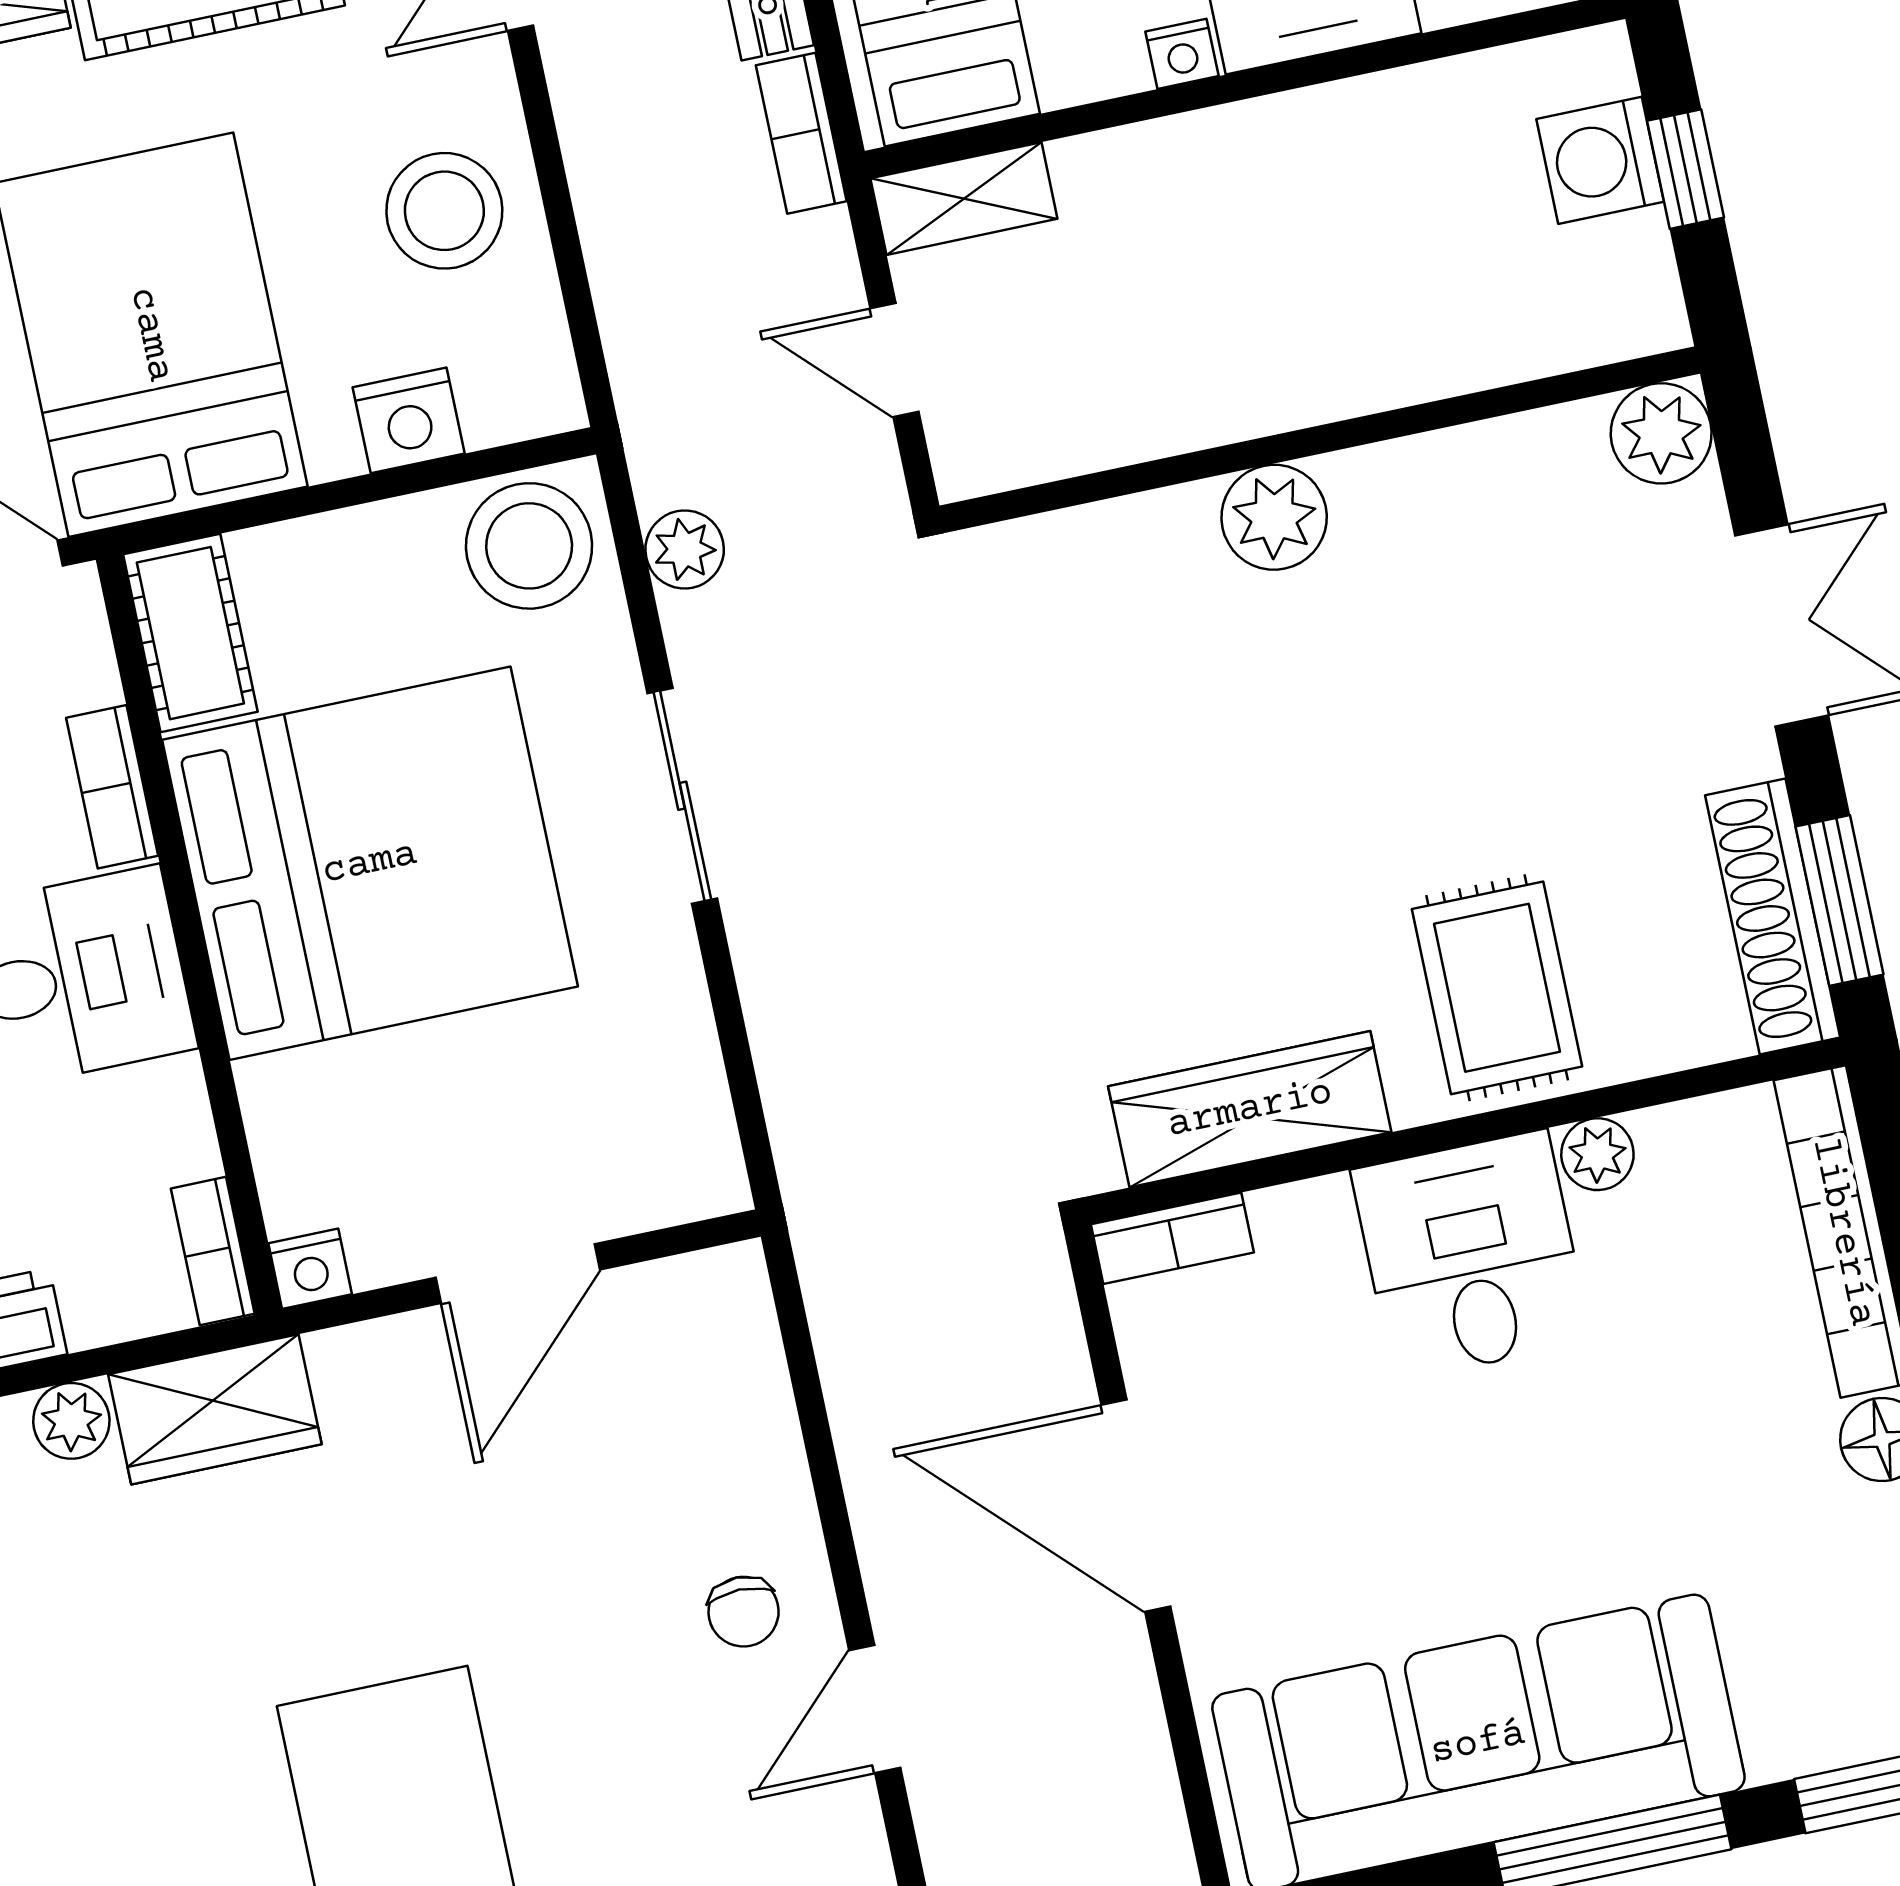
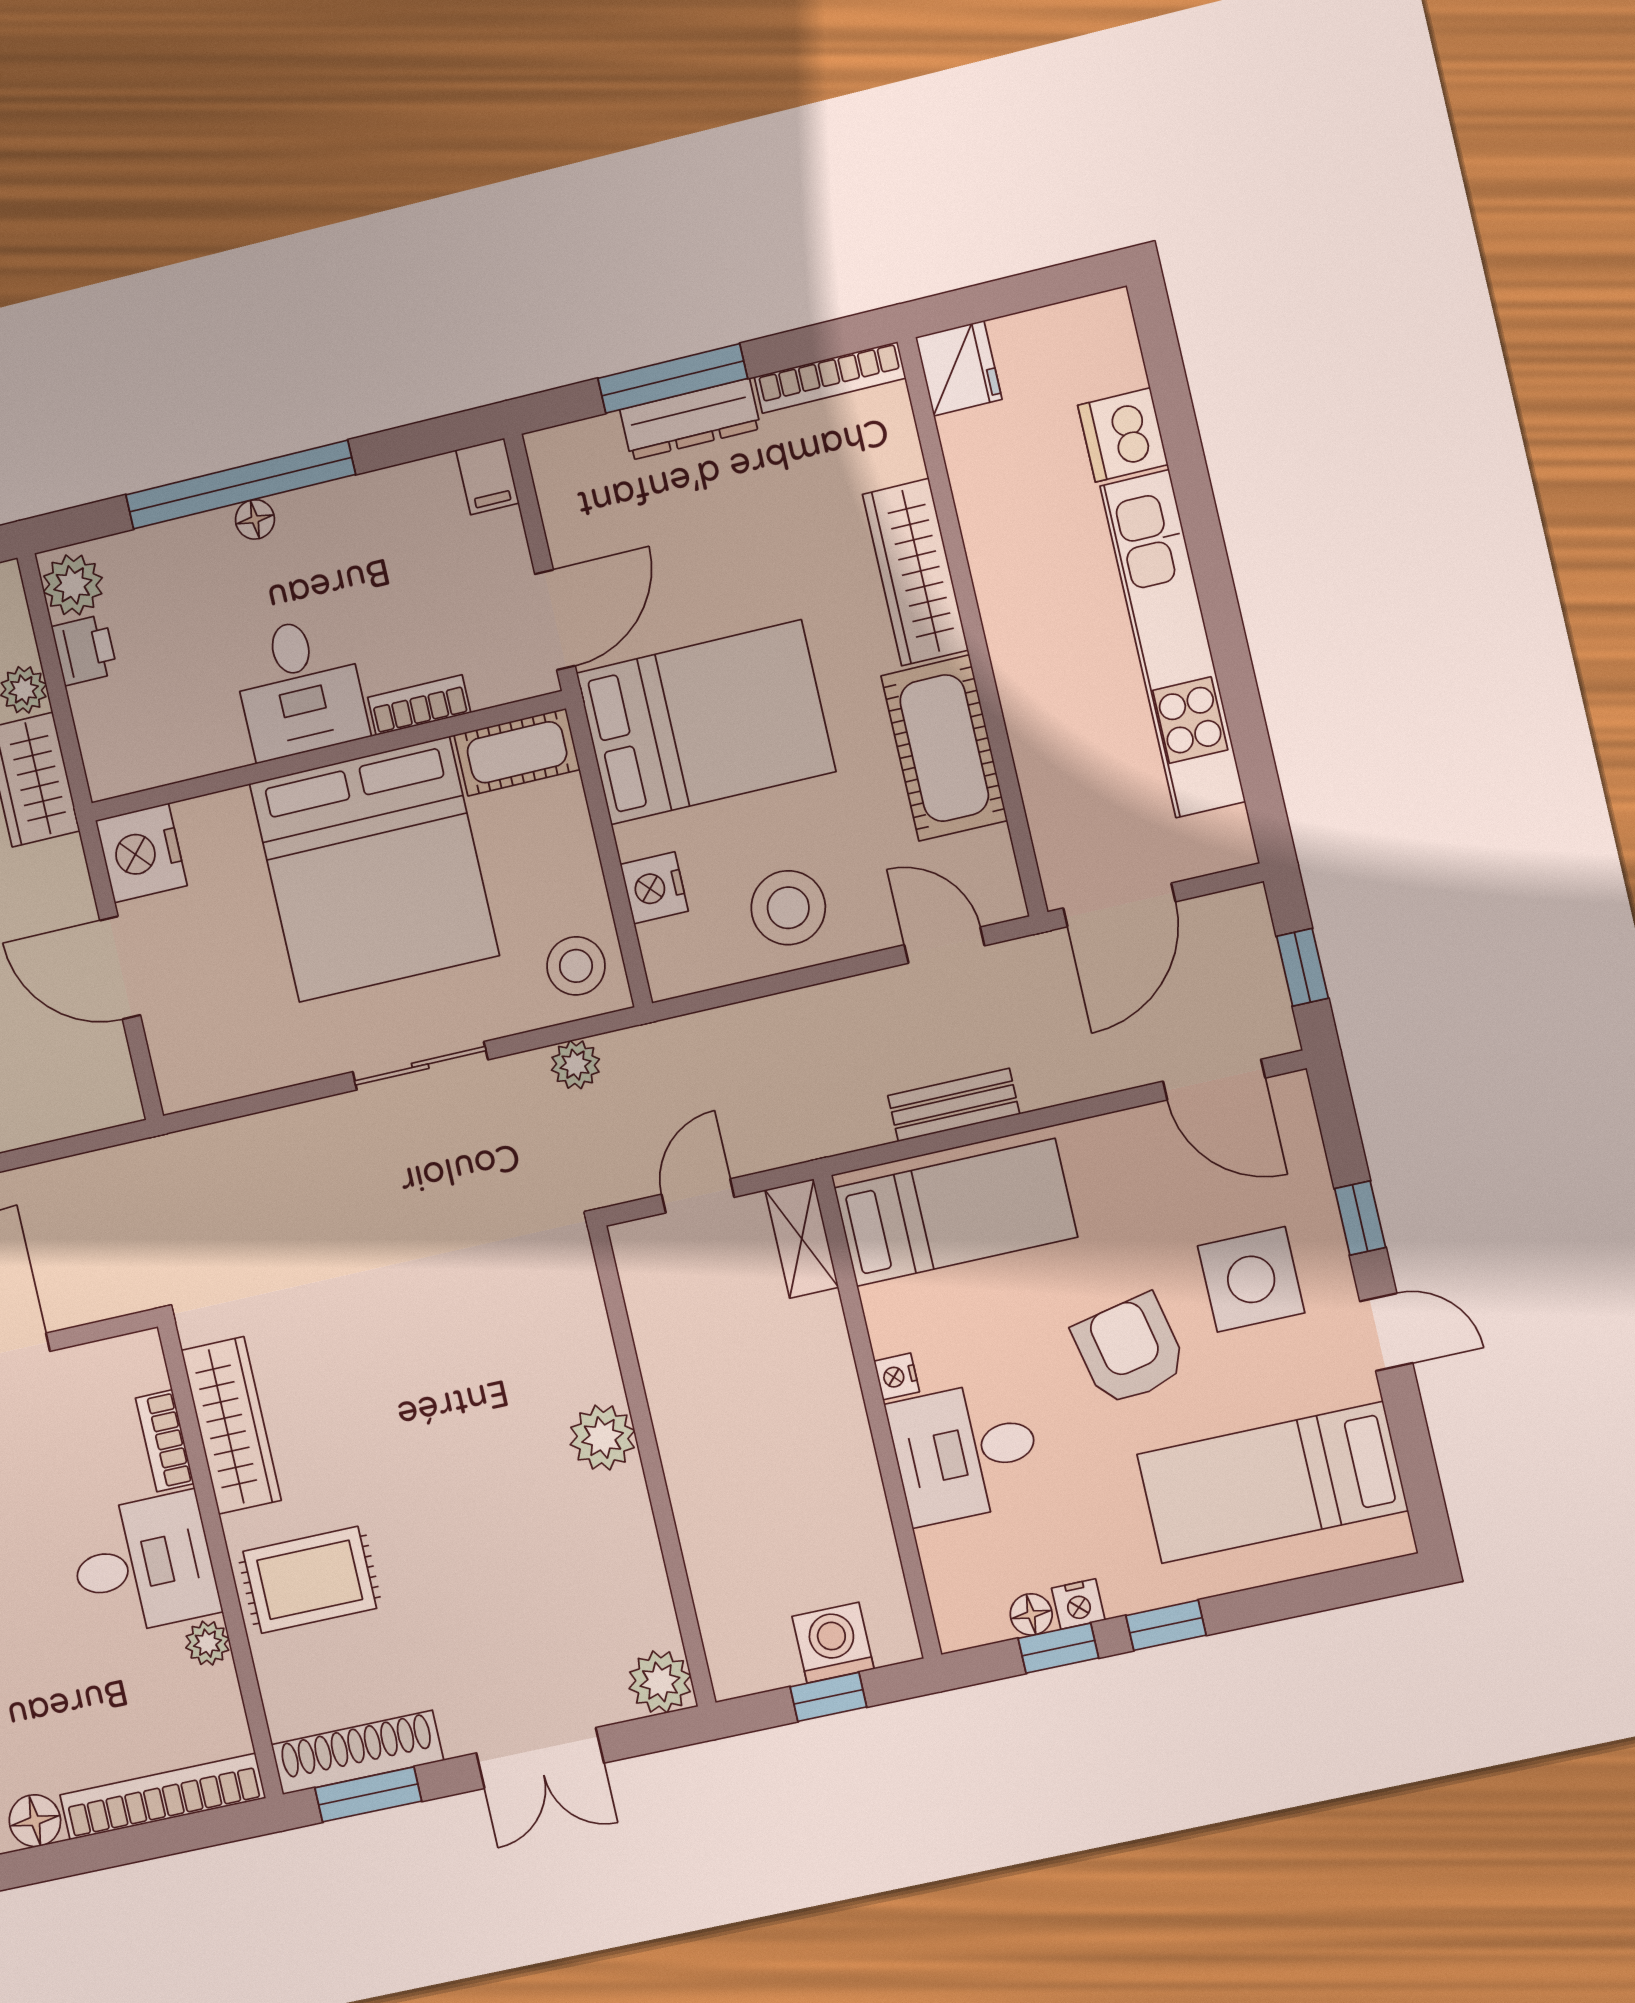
bookcase: (801, 133) -> (842, 1134), removed
stool: (529, 546) -> (576, 966), width x0.73, depth x0.73
bookcase: (1172, 1238) -> (165, 1441), moved
bookcase: (213, 1251) -> (130, 776), removed
nightstand: (310, 1269) -> (141, 853), width x1.89, depth x1.79

